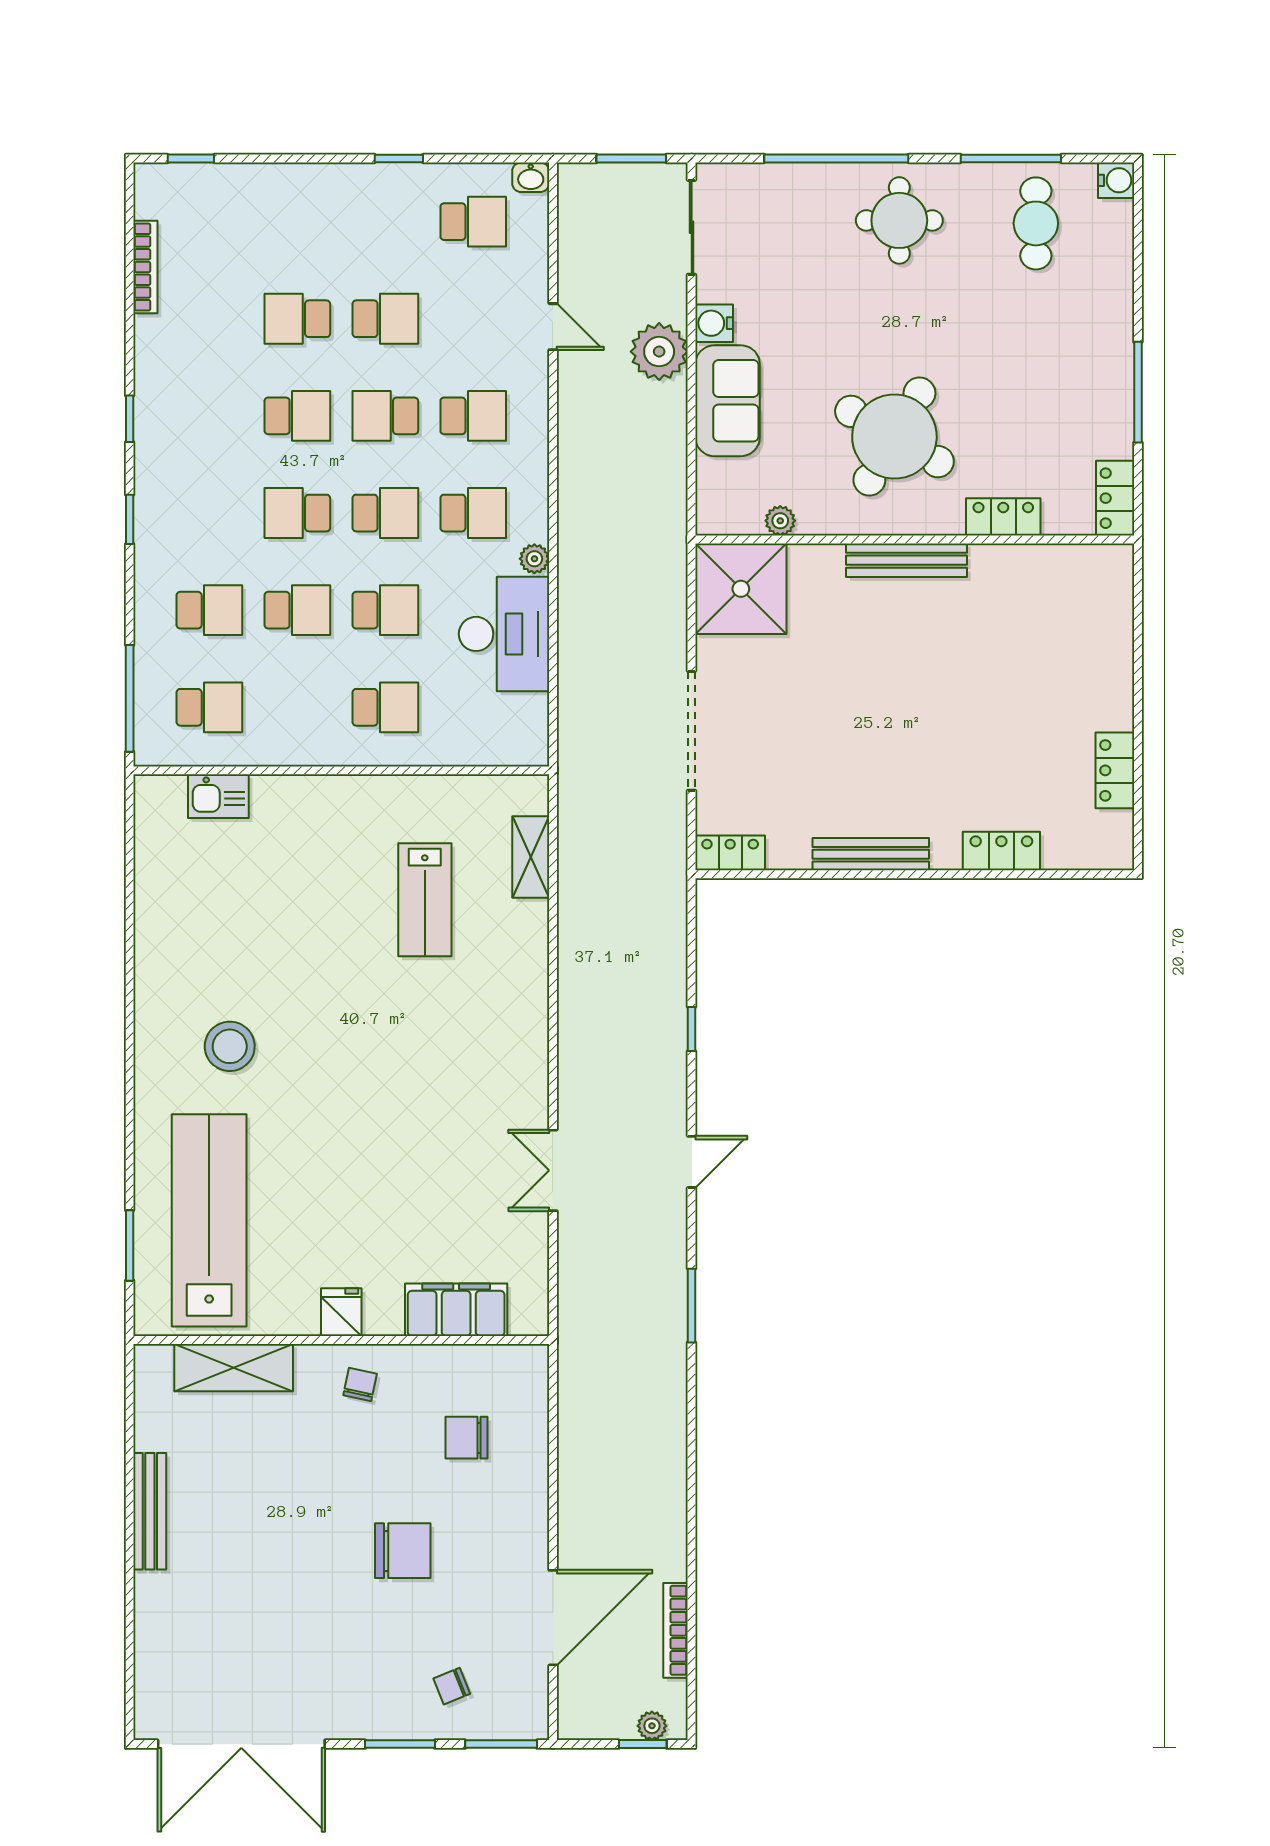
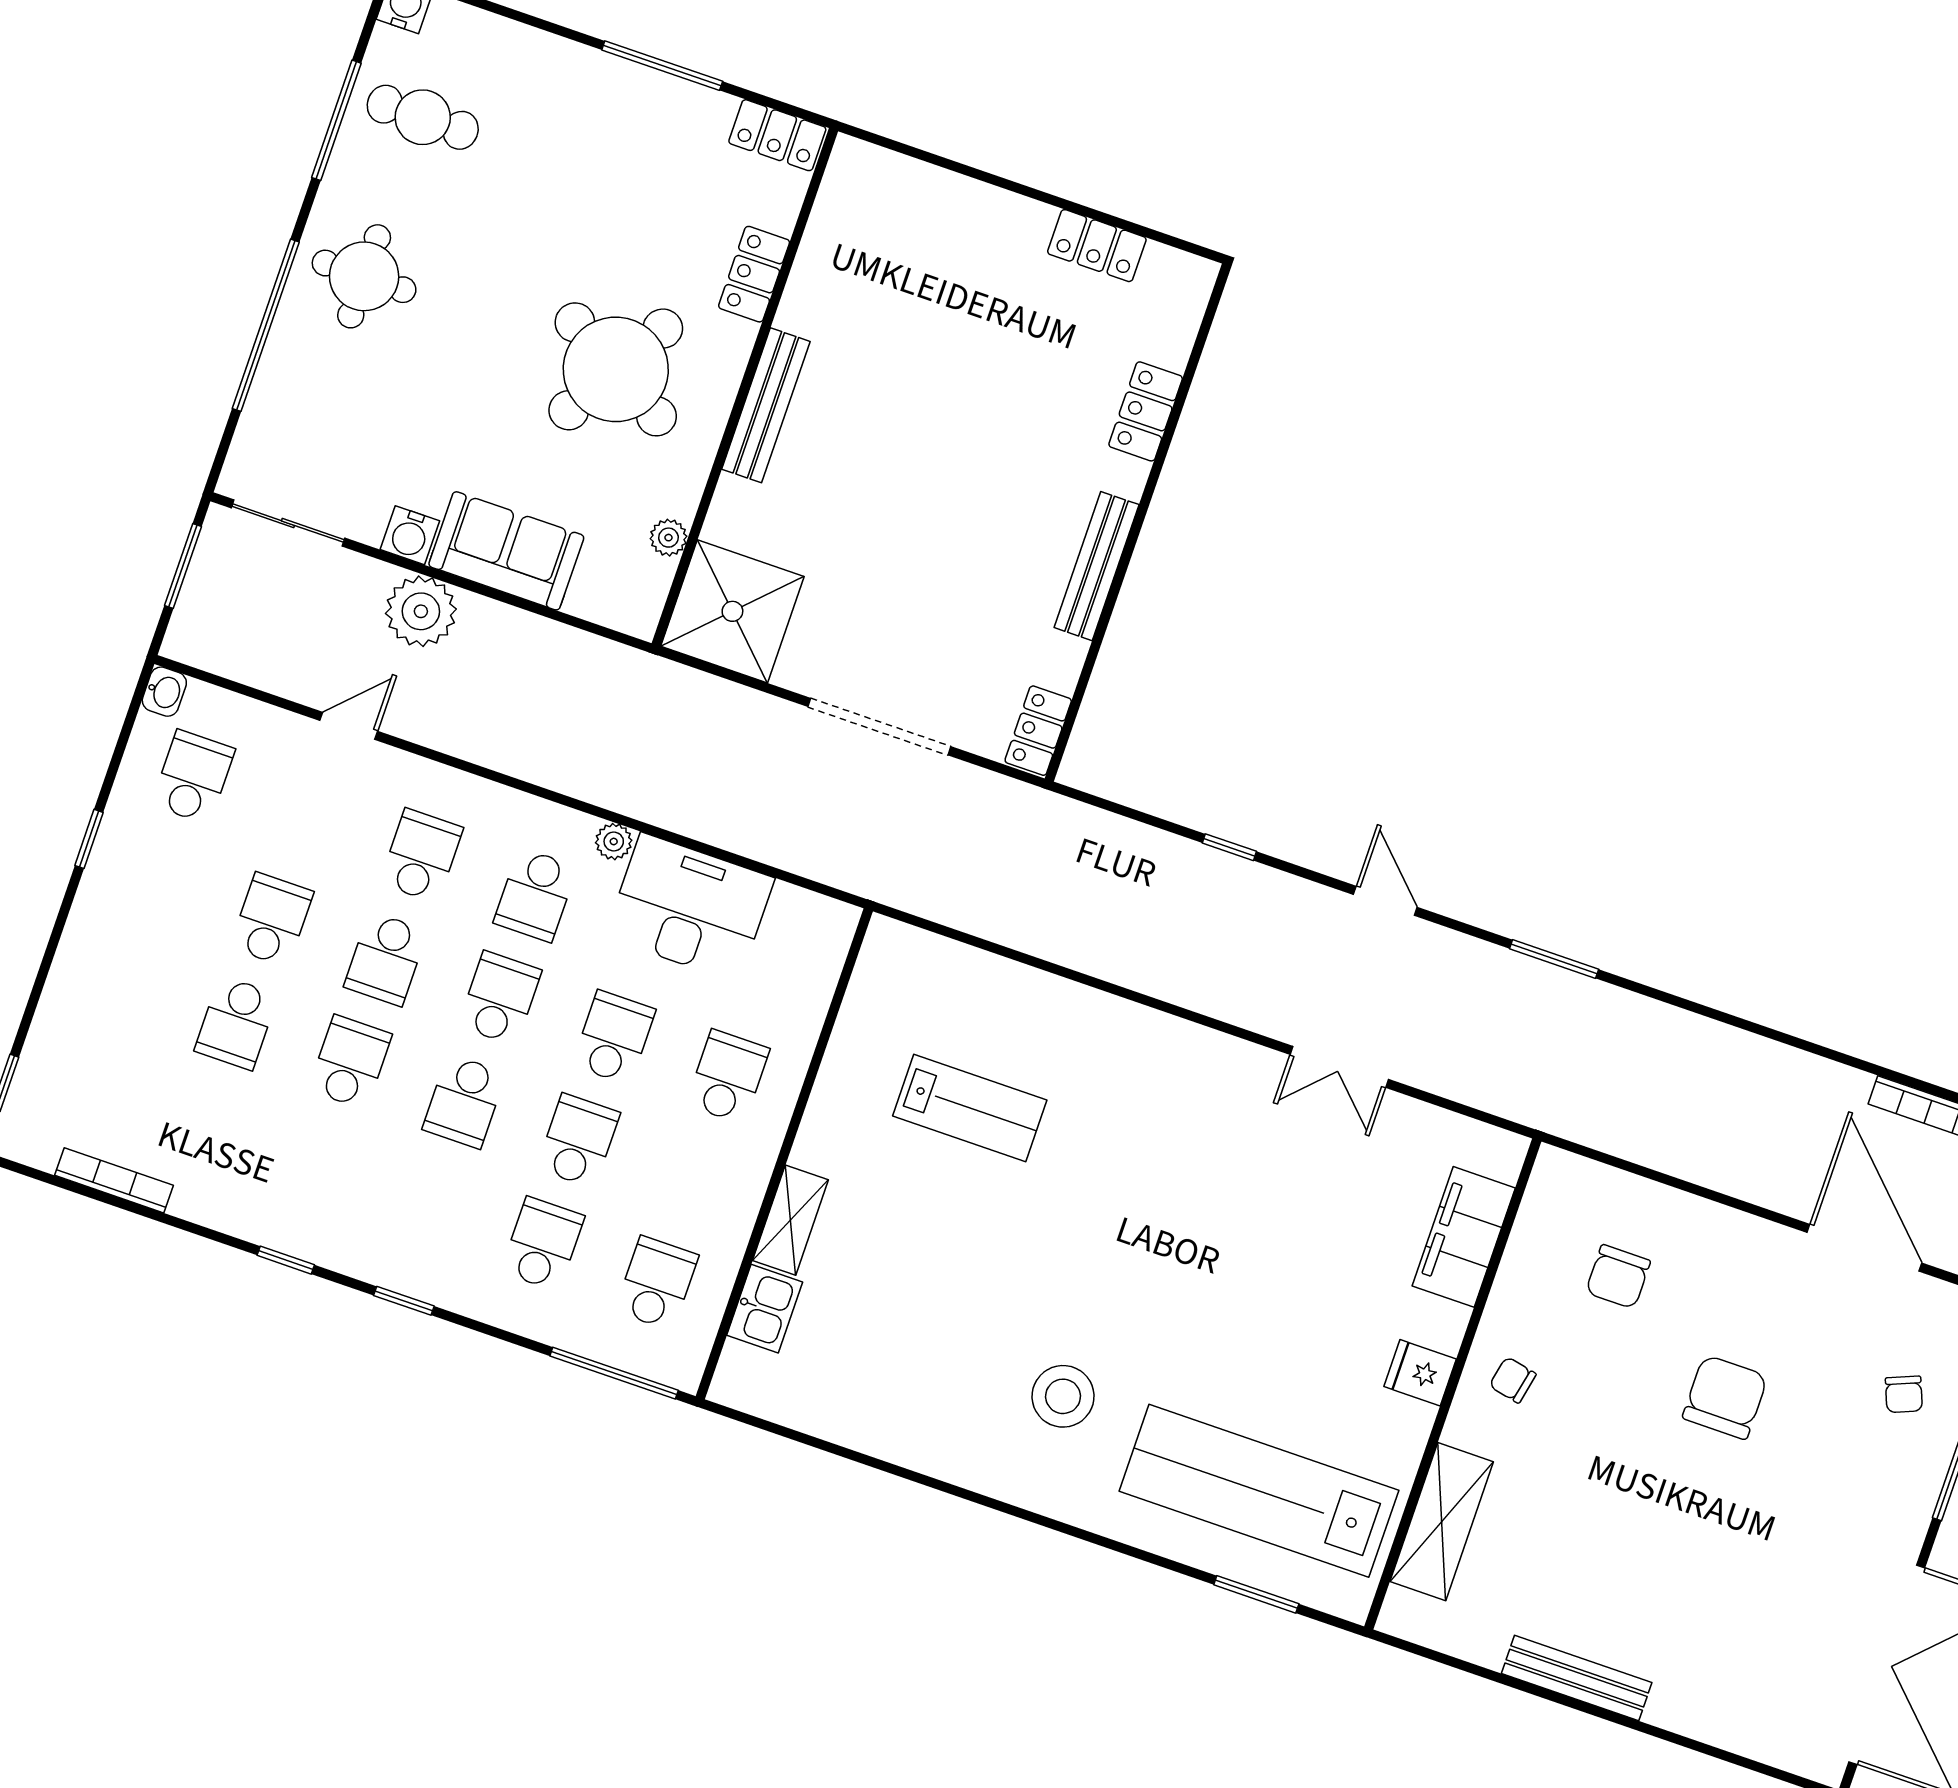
school desk: (473, 513) -> (535, 895), turned 180
shelving: (531, 857) -> (790, 1220), moved, turned 90

